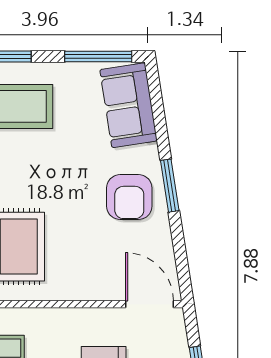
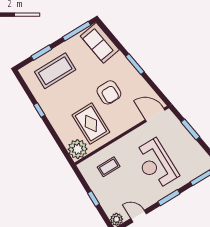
armchair: (129, 197) -> (109, 92), moved

